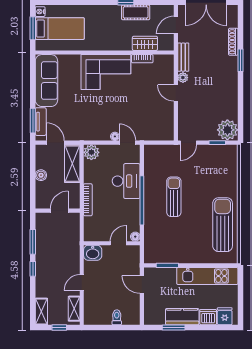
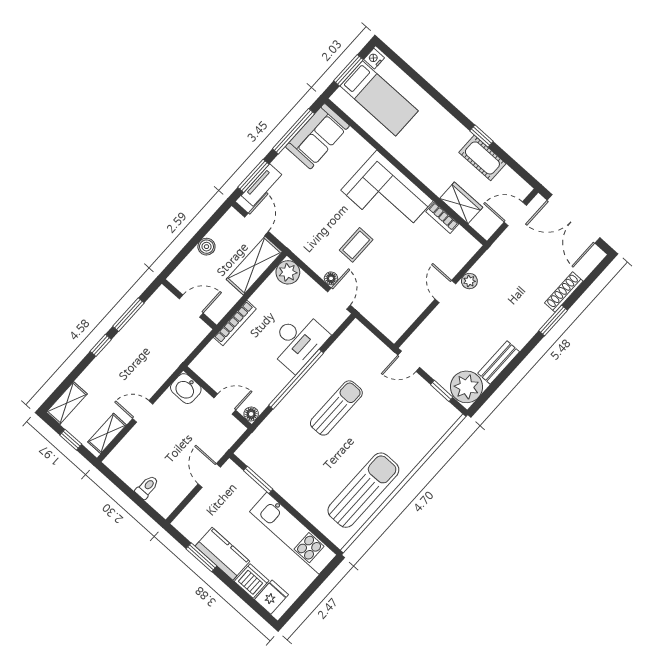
bench: (183, 57) -> (499, 363), moved
sofa: (46, 81) -> (317, 136), width x0.73
window: (33, 82) -> (294, 131), added
coffee table: (112, 109) -> (356, 245), added

